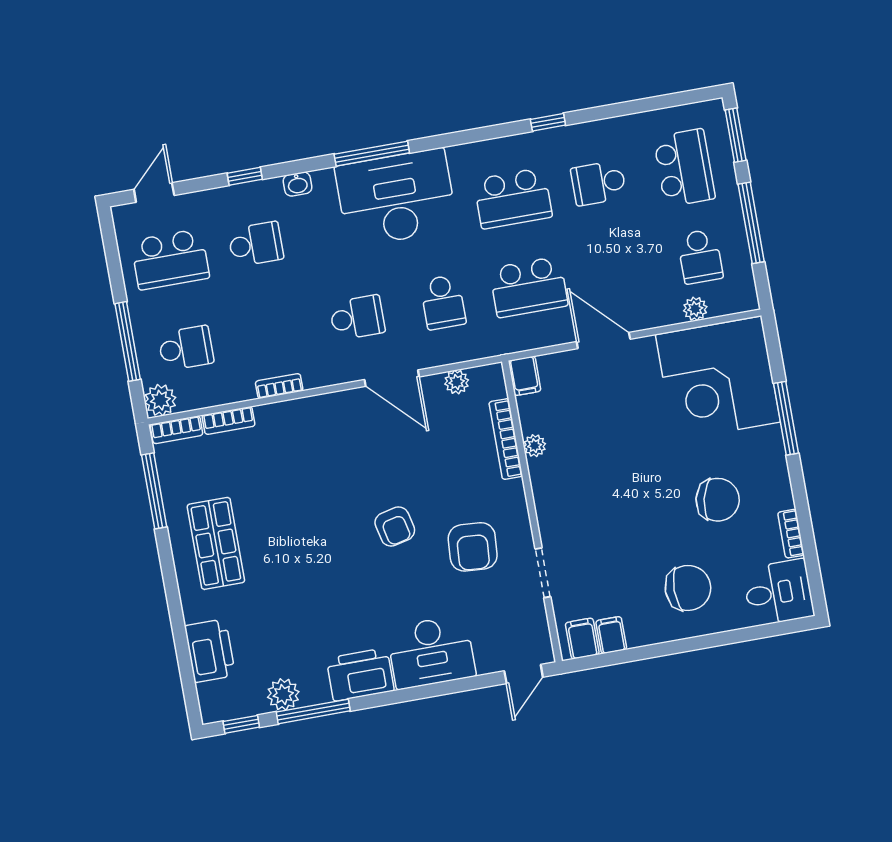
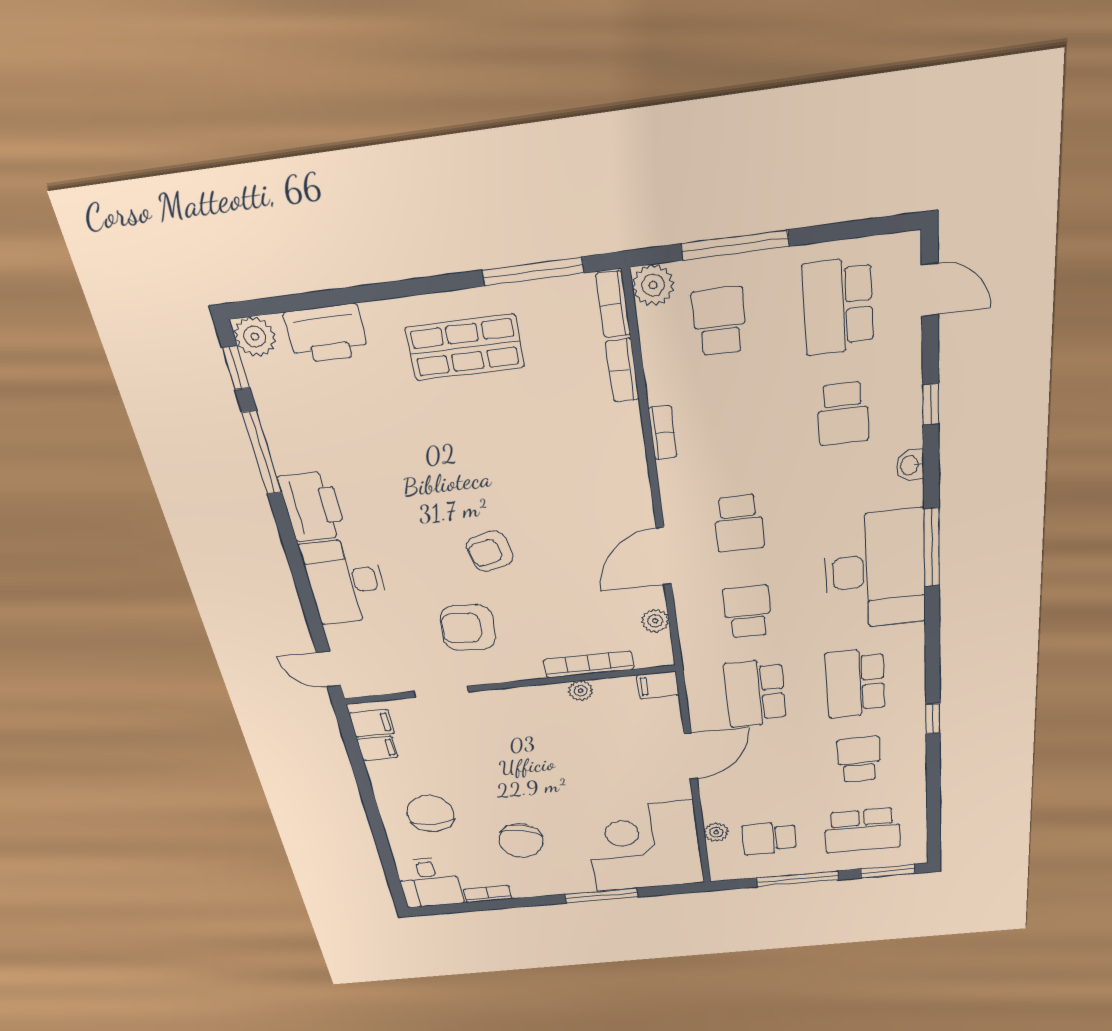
school desk: (443, 302) -> (747, 612), turned 90
school desk: (186, 348) -> (719, 321), turned 180
chair: (688, 588) -> (431, 814), turned 180
plant: (283, 694) -> (255, 337), moved

